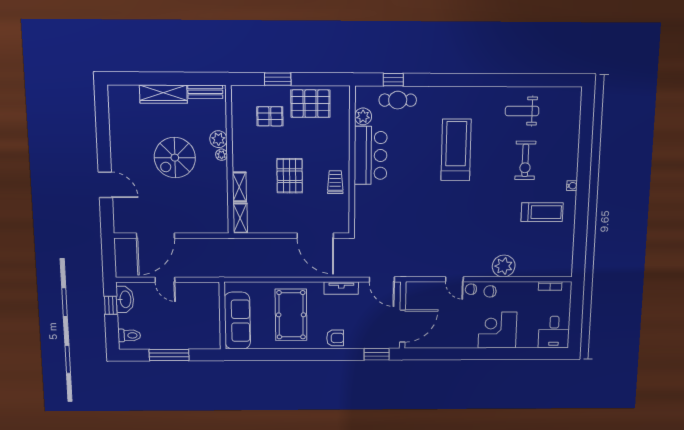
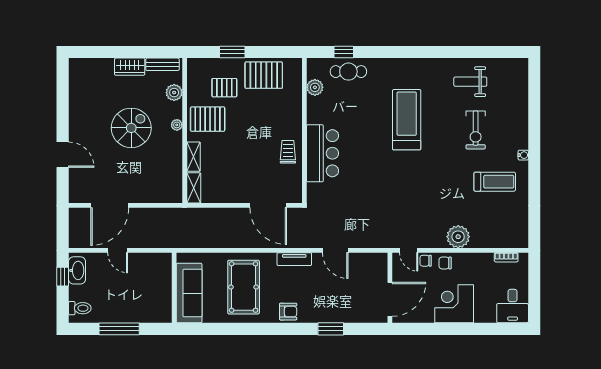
wardrobe: (163, 94) -> (130, 67), width x0.67
plant: (218, 139) -> (174, 93), moved
bar counter: (371, 155) -> (323, 153), moved
spiral stairs: (175, 158) -> (131, 128), turned 180
pallet: (290, 176) -> (208, 119), moved, turned 90
wall: (403, 315) -> (390, 288), moved
door: (402, 326) -> (390, 299), moved

